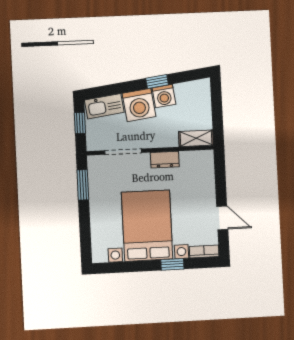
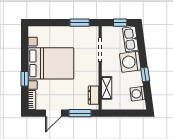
washing machine: (164, 96) -> (137, 94), moved
shelving: (196, 138) -> (107, 88), moved
dresser: (165, 160) -> (94, 95), moved
window: (220, 178) -> (80, 113), added

